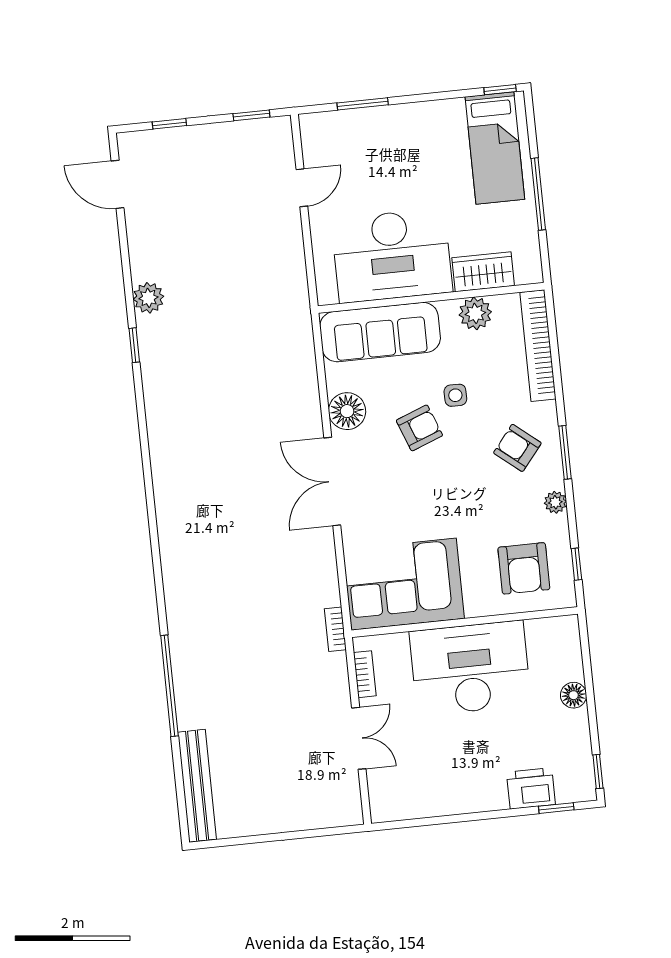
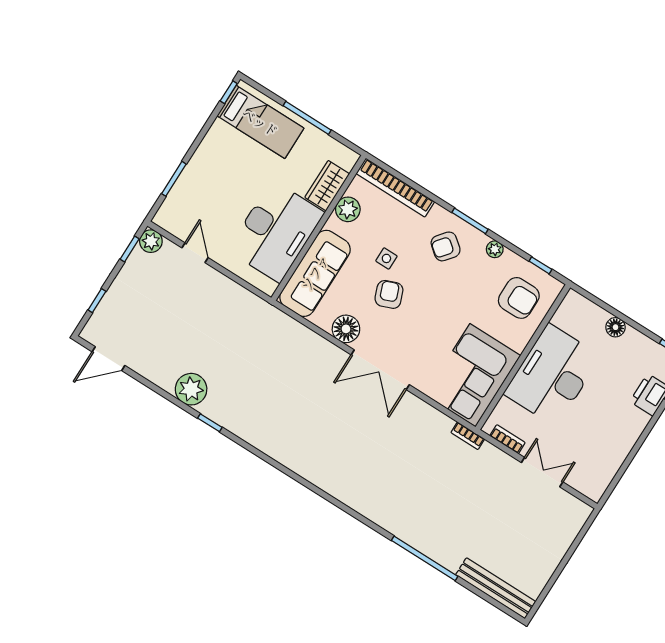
plant: (277, 131) -> (151, 241), added
plant: (148, 298) -> (191, 389), width x1.36, depth x1.36

